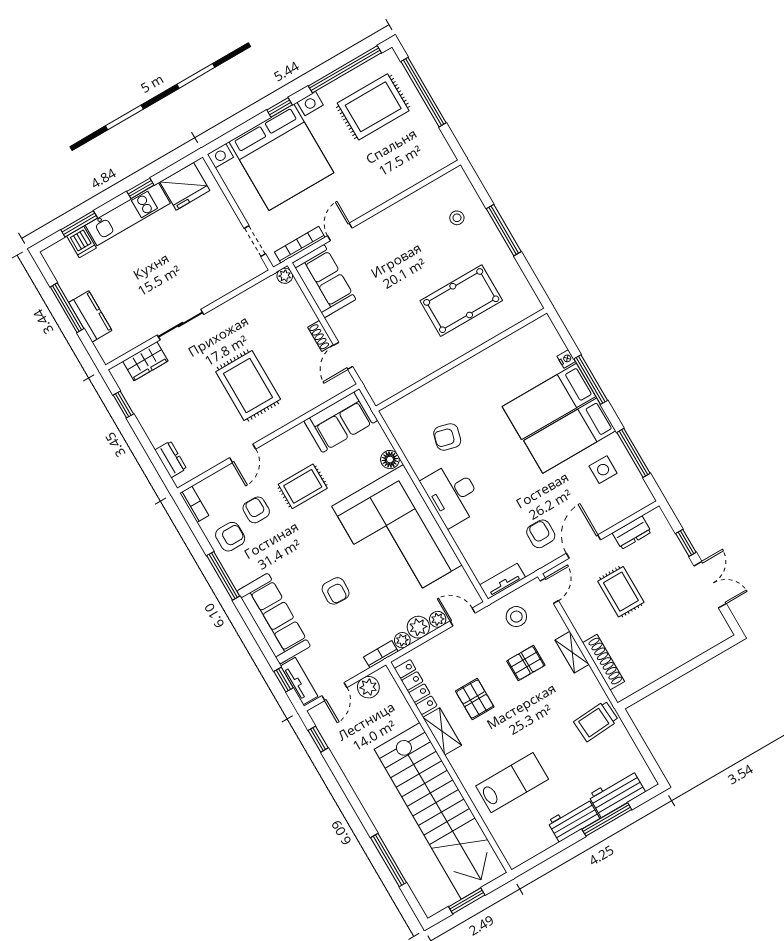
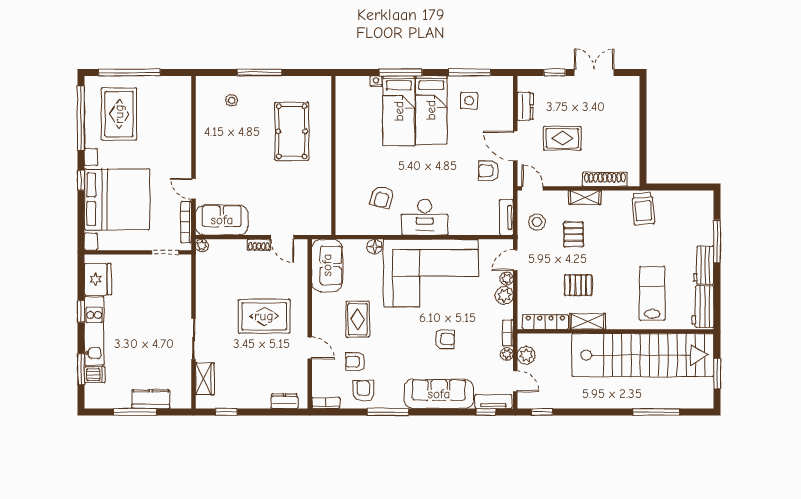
plant: (402, 640) -> (507, 354), moved
workbench: (617, 793) -> (703, 307), moved

